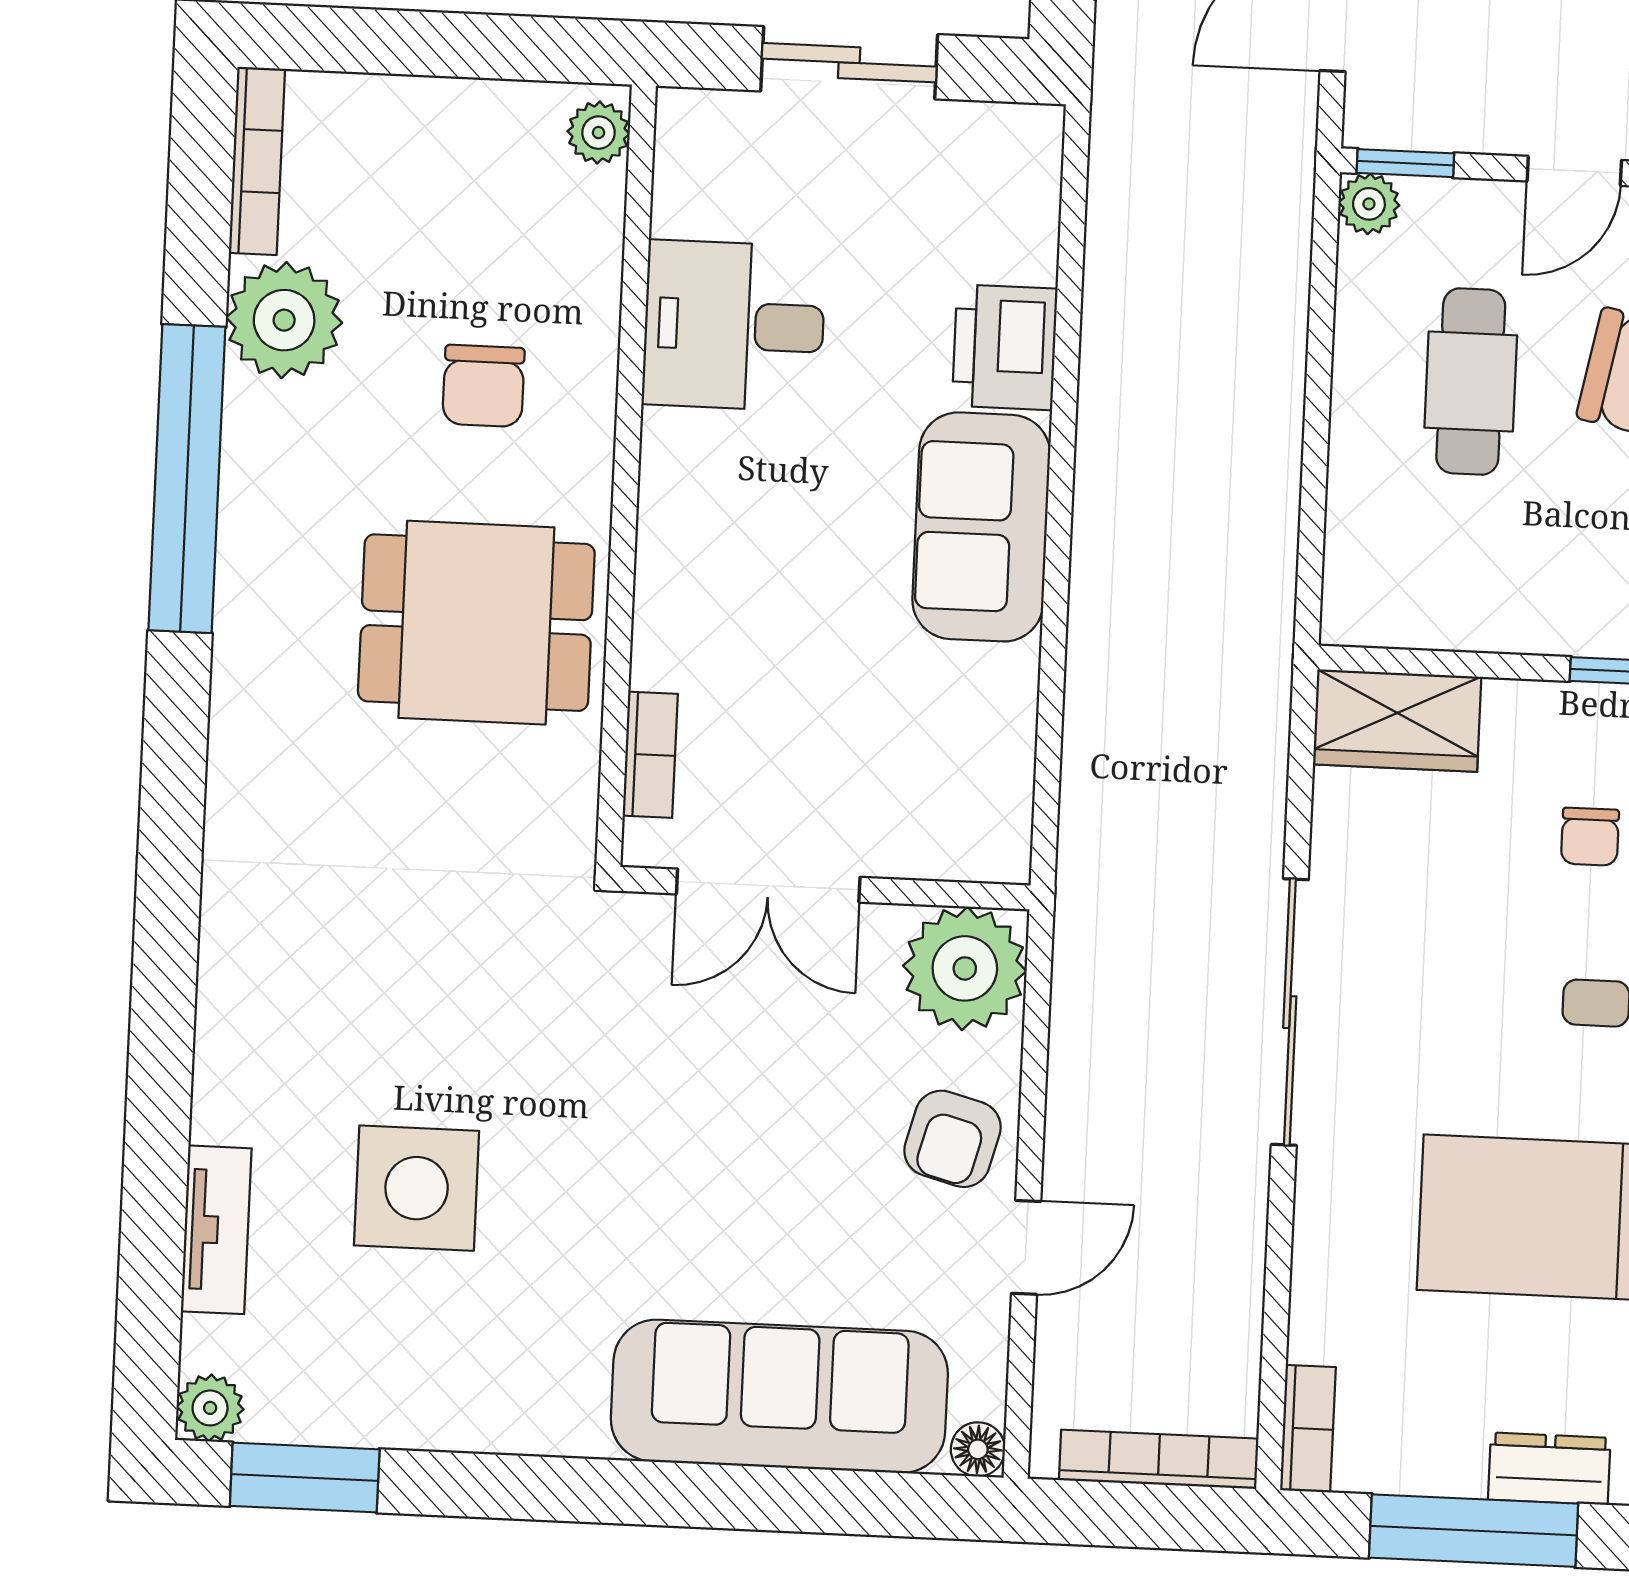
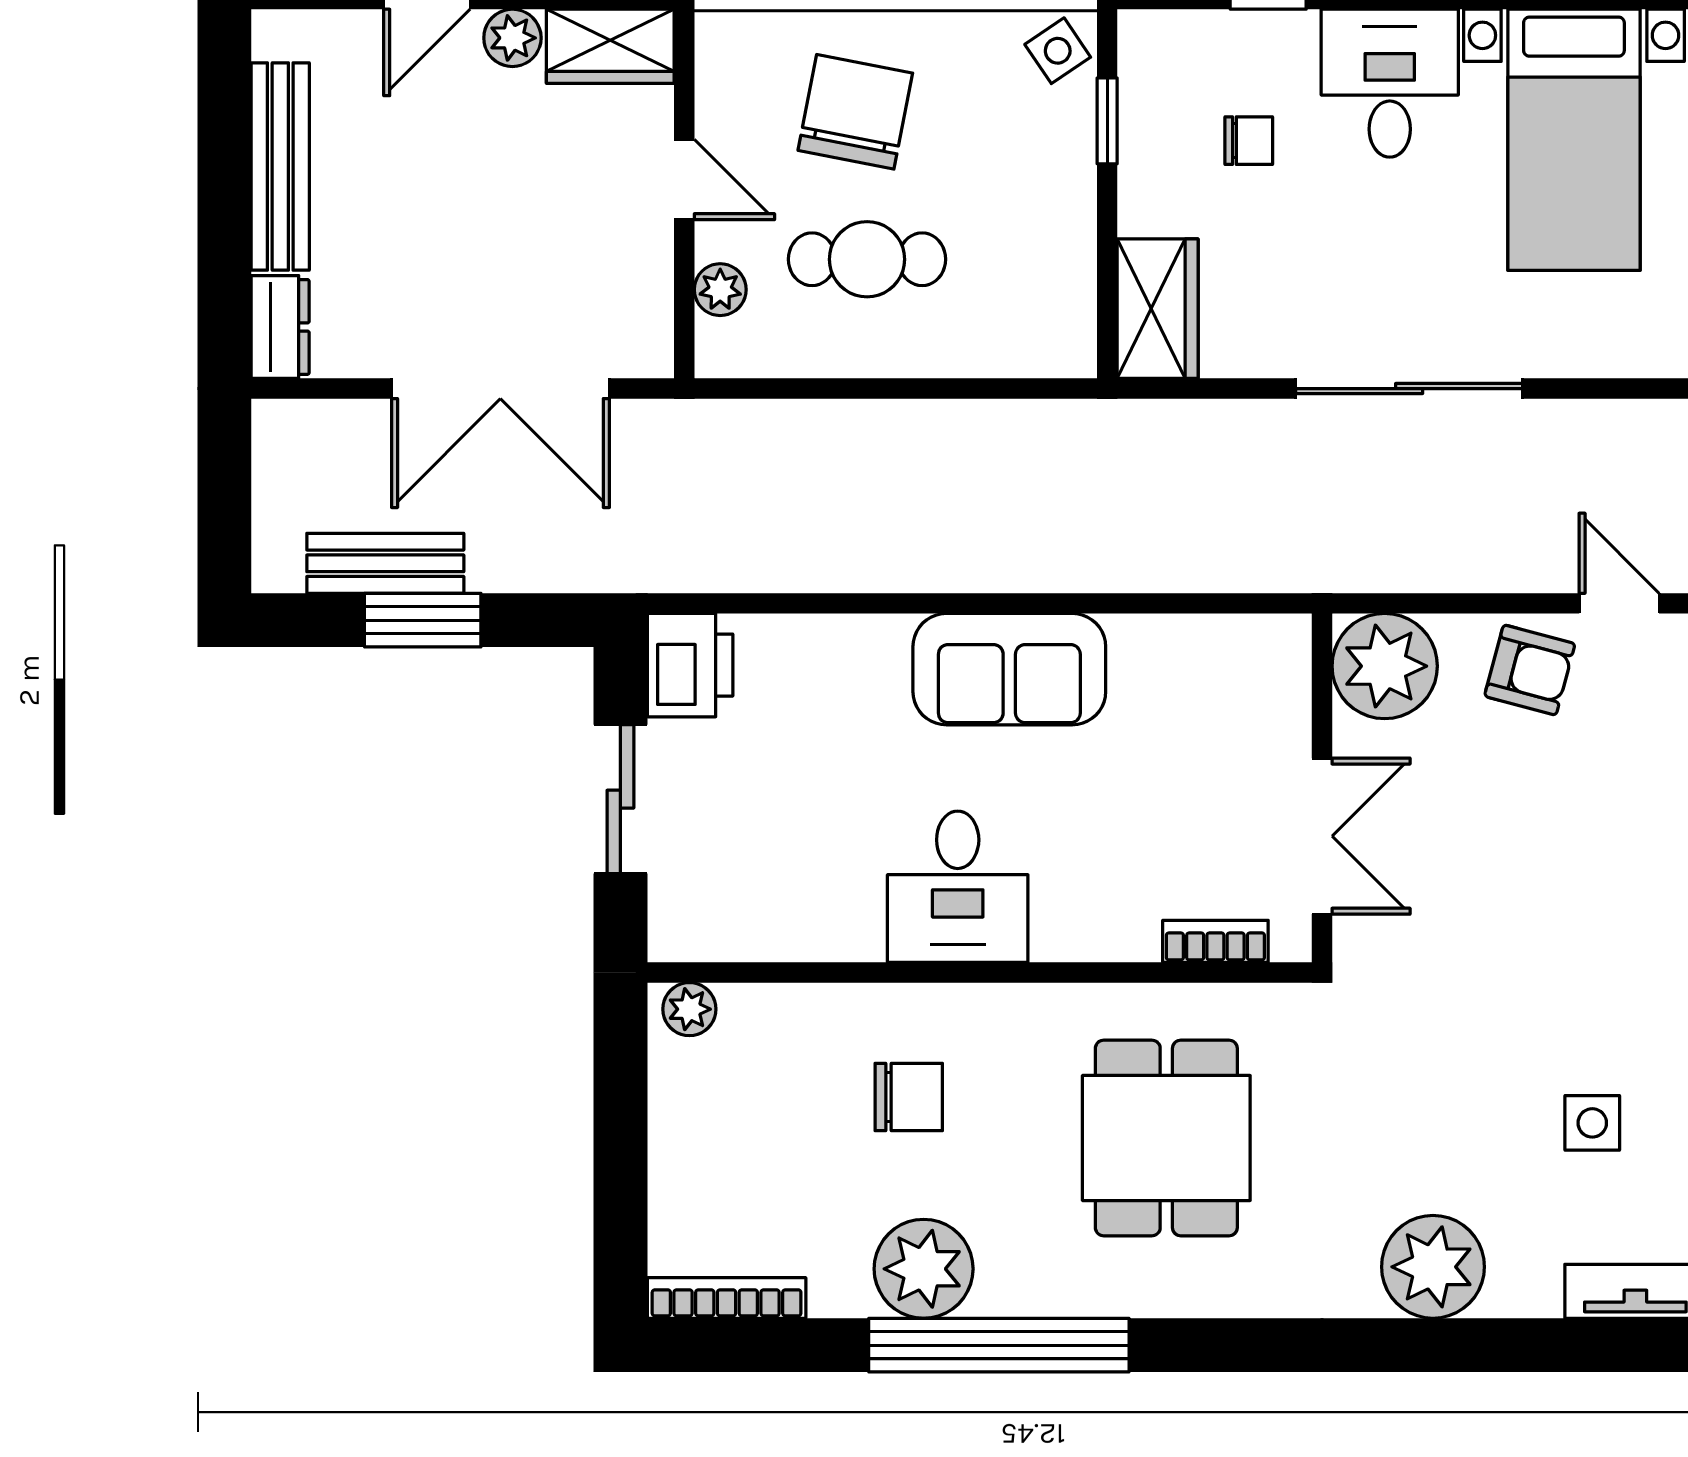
window: (1405, 163) -> (684, 323), removed
plant: (1369, 204) -> (720, 290), moved
plant: (284, 320) -> (924, 1269), moved
desk: (734, 326) -> (958, 887), moved
printer: (1005, 347) -> (690, 665), moved, turned -90
dining table: (476, 623) -> (1166, 1138), moved
plant: (256, 993) -> (1433, 1267), added
side table: (417, 1188) -> (1592, 1123), width x0.54, depth x0.54

